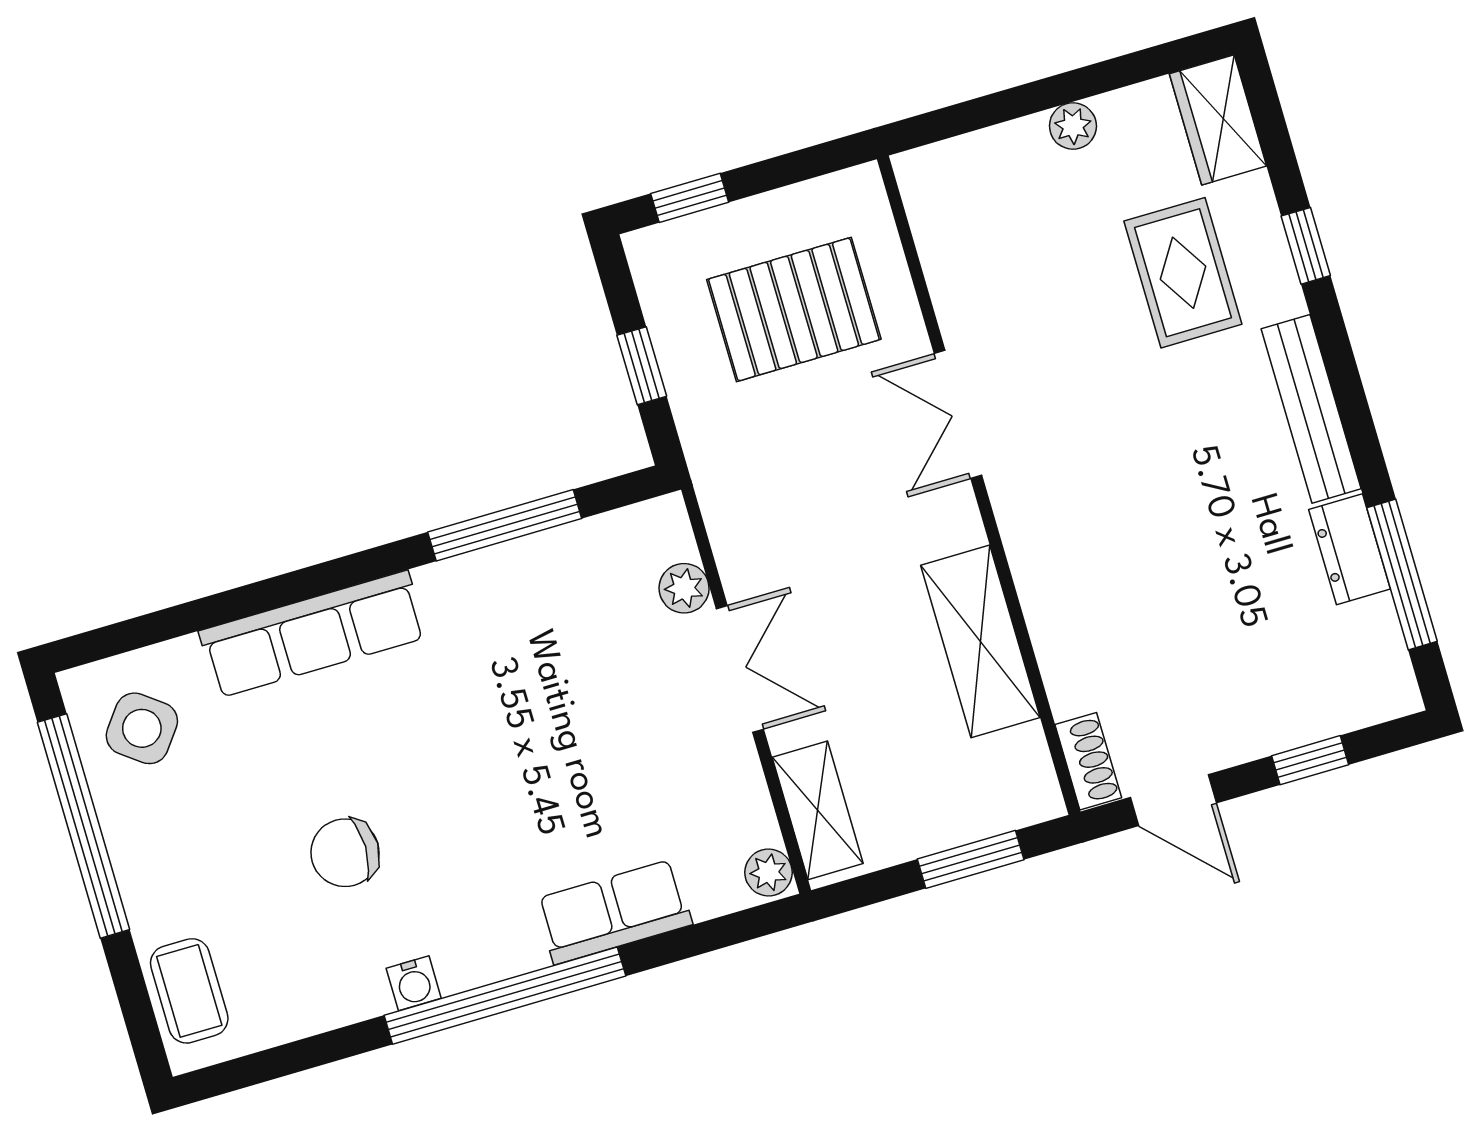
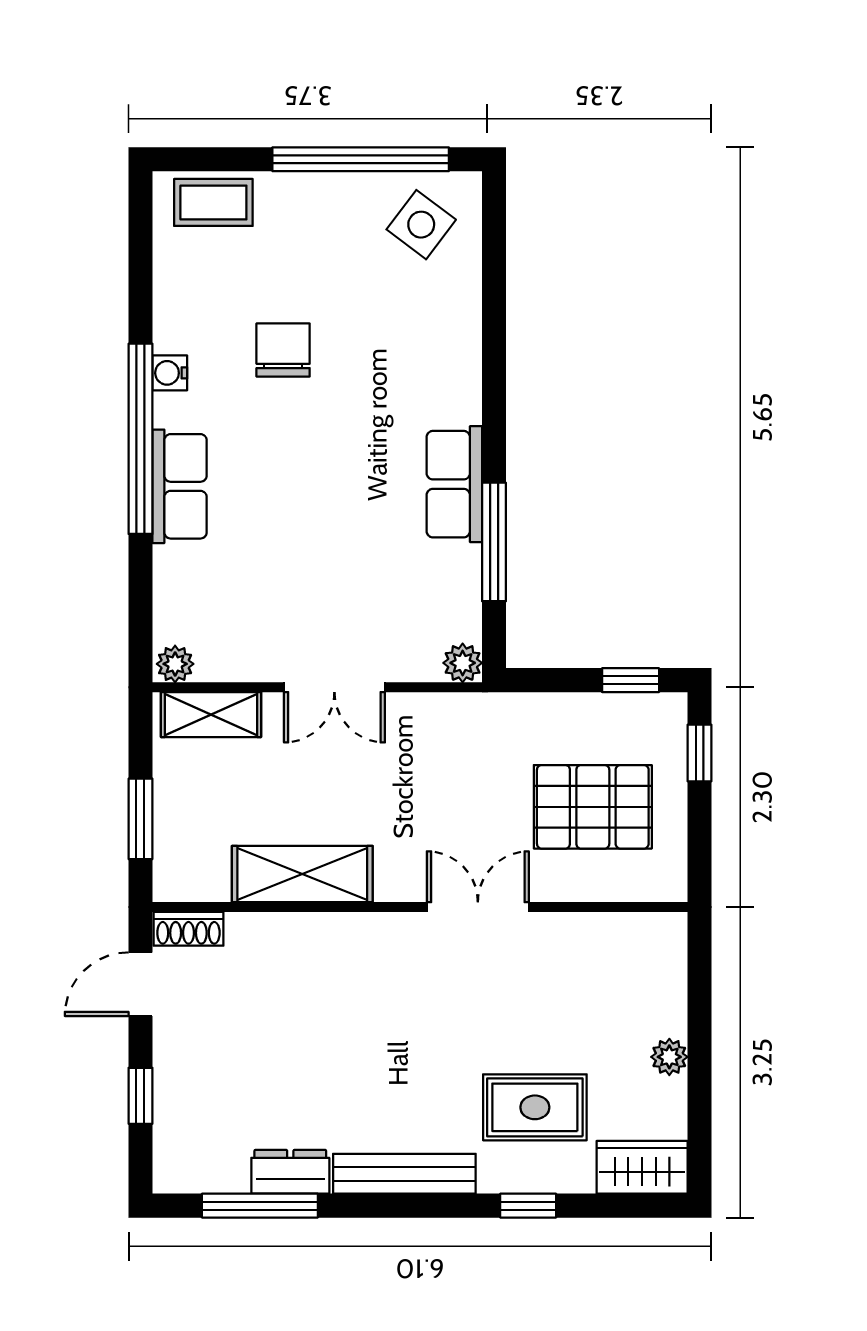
pallet: (794, 309) -> (593, 807), turned 90
window: (642, 366) -> (631, 680), moved
plant: (684, 588) -> (463, 663), moved
row of seats: (313, 634) -> (454, 484), moved, width x0.68
row of seats: (614, 912) -> (180, 486), moved

